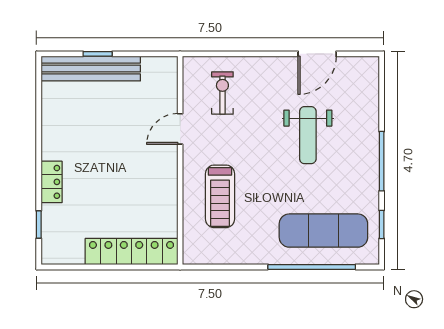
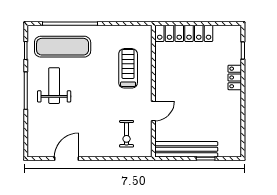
bench: (91, 69) -> (186, 149), moved
weight bench: (308, 135) -> (54, 86), moved

